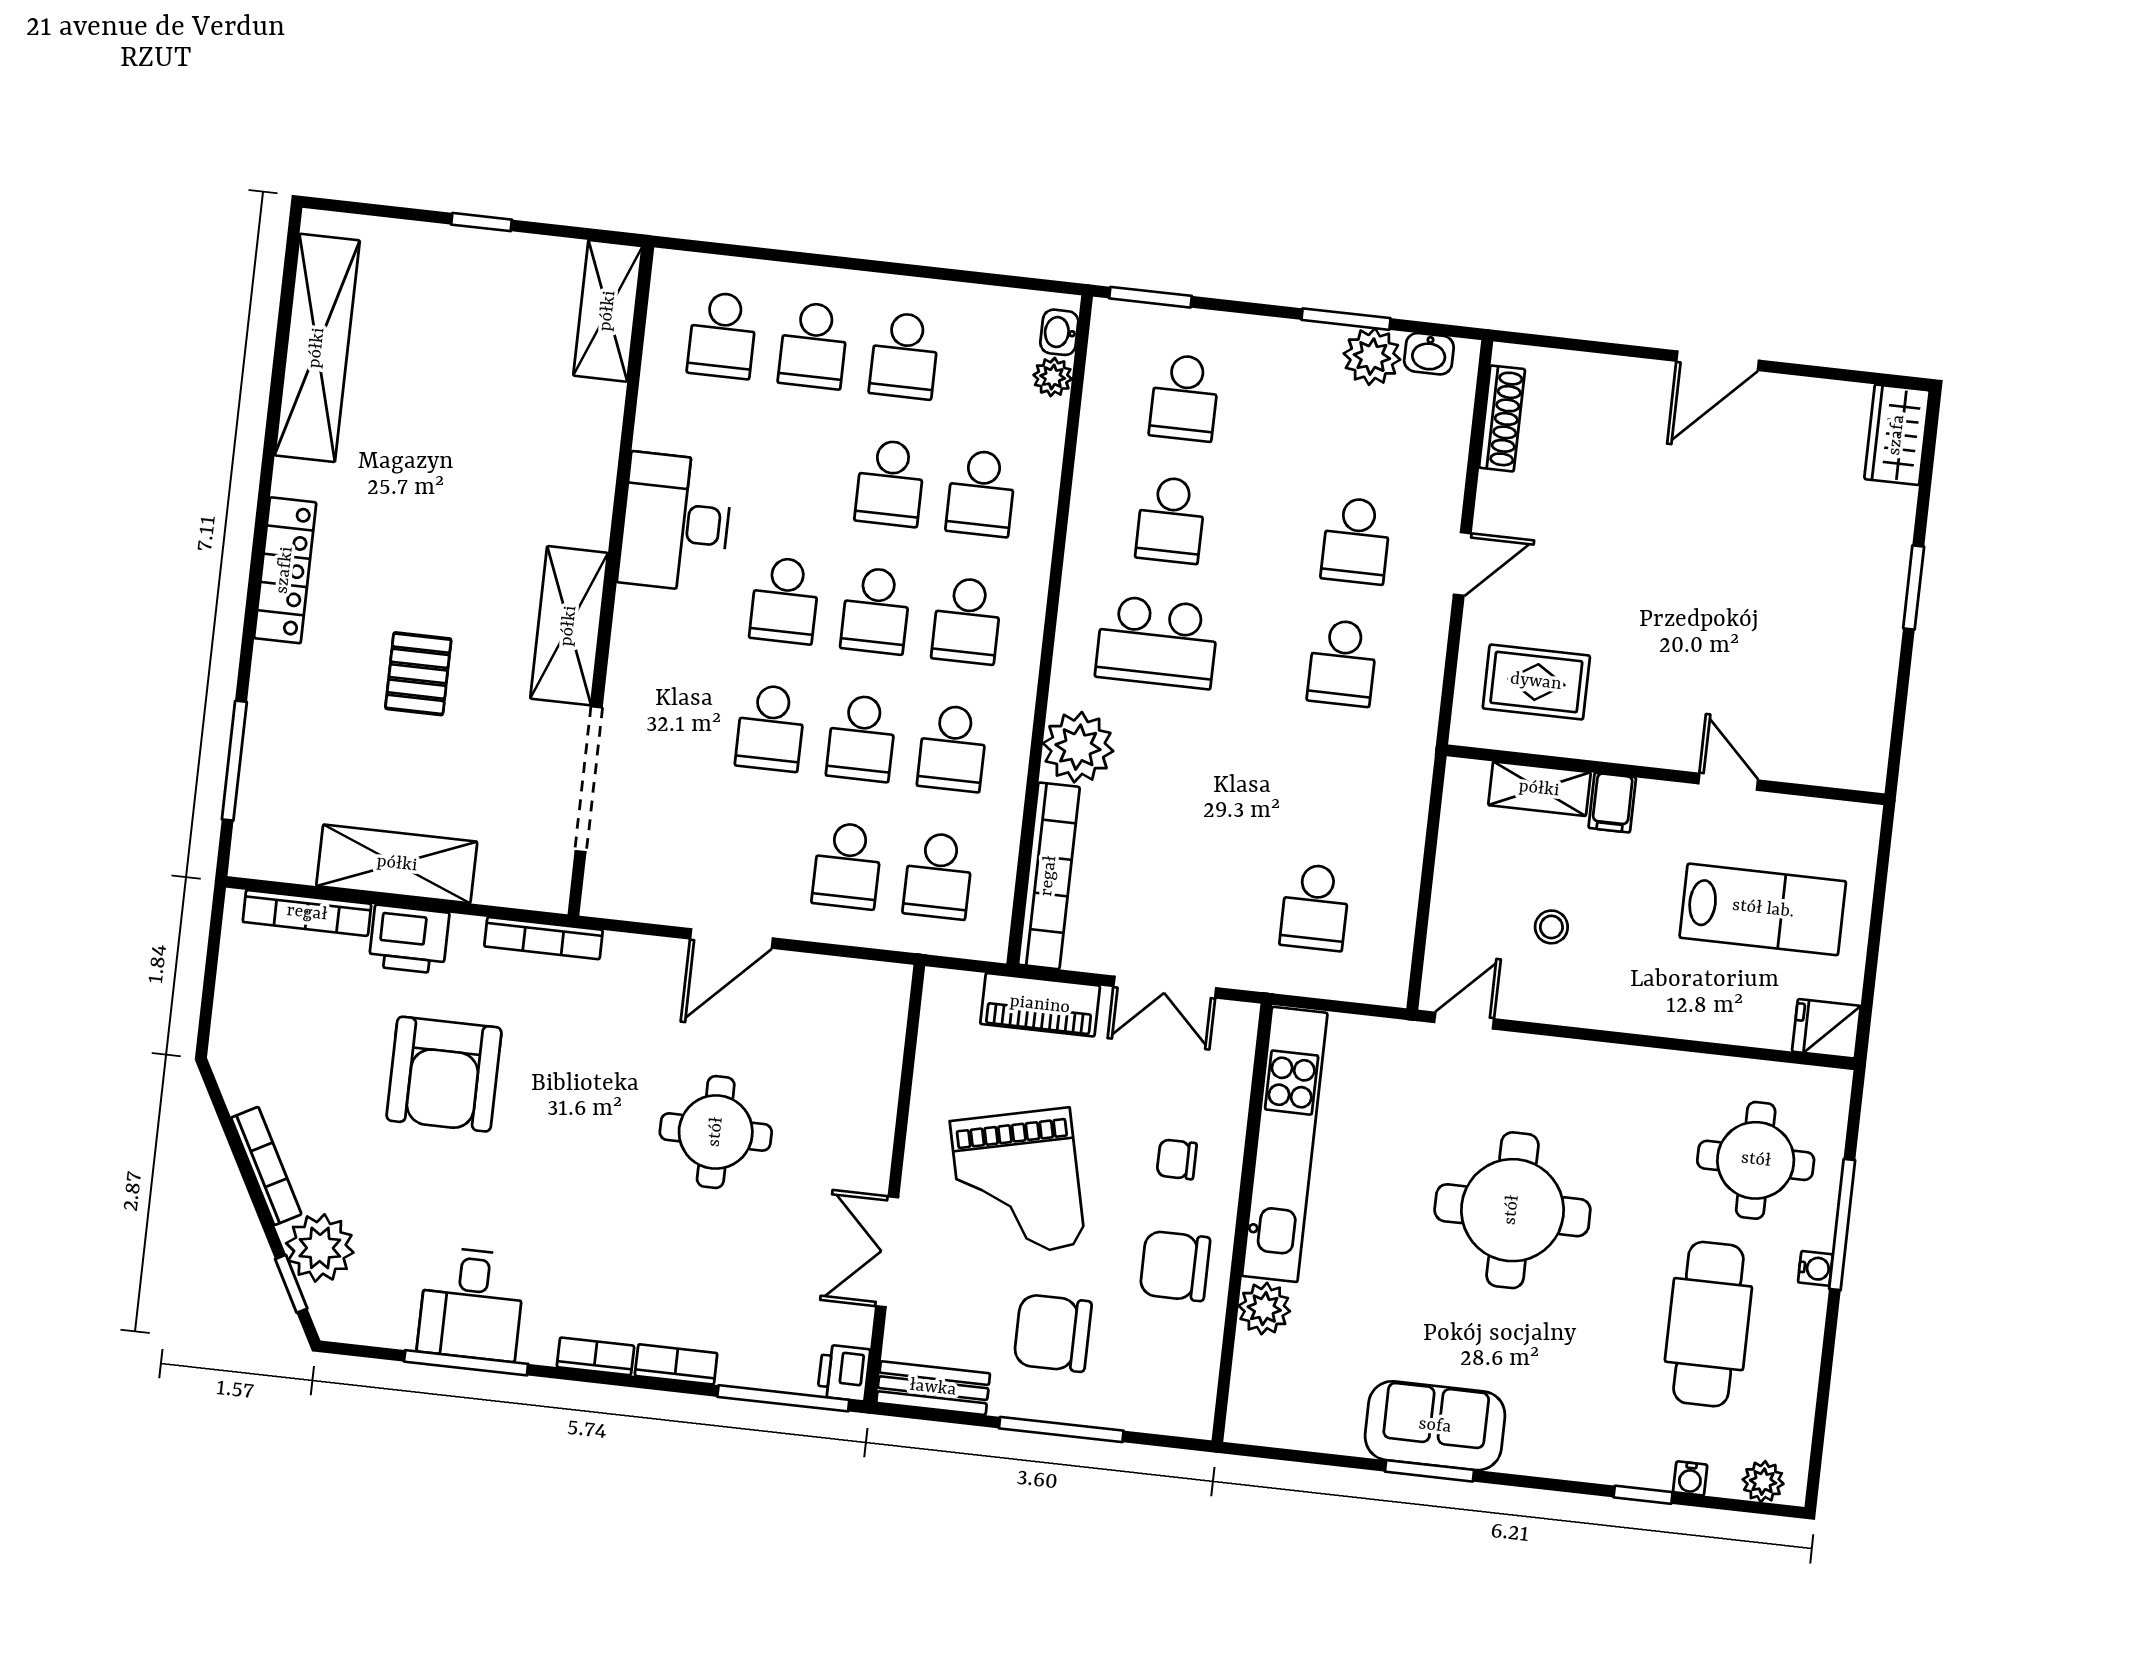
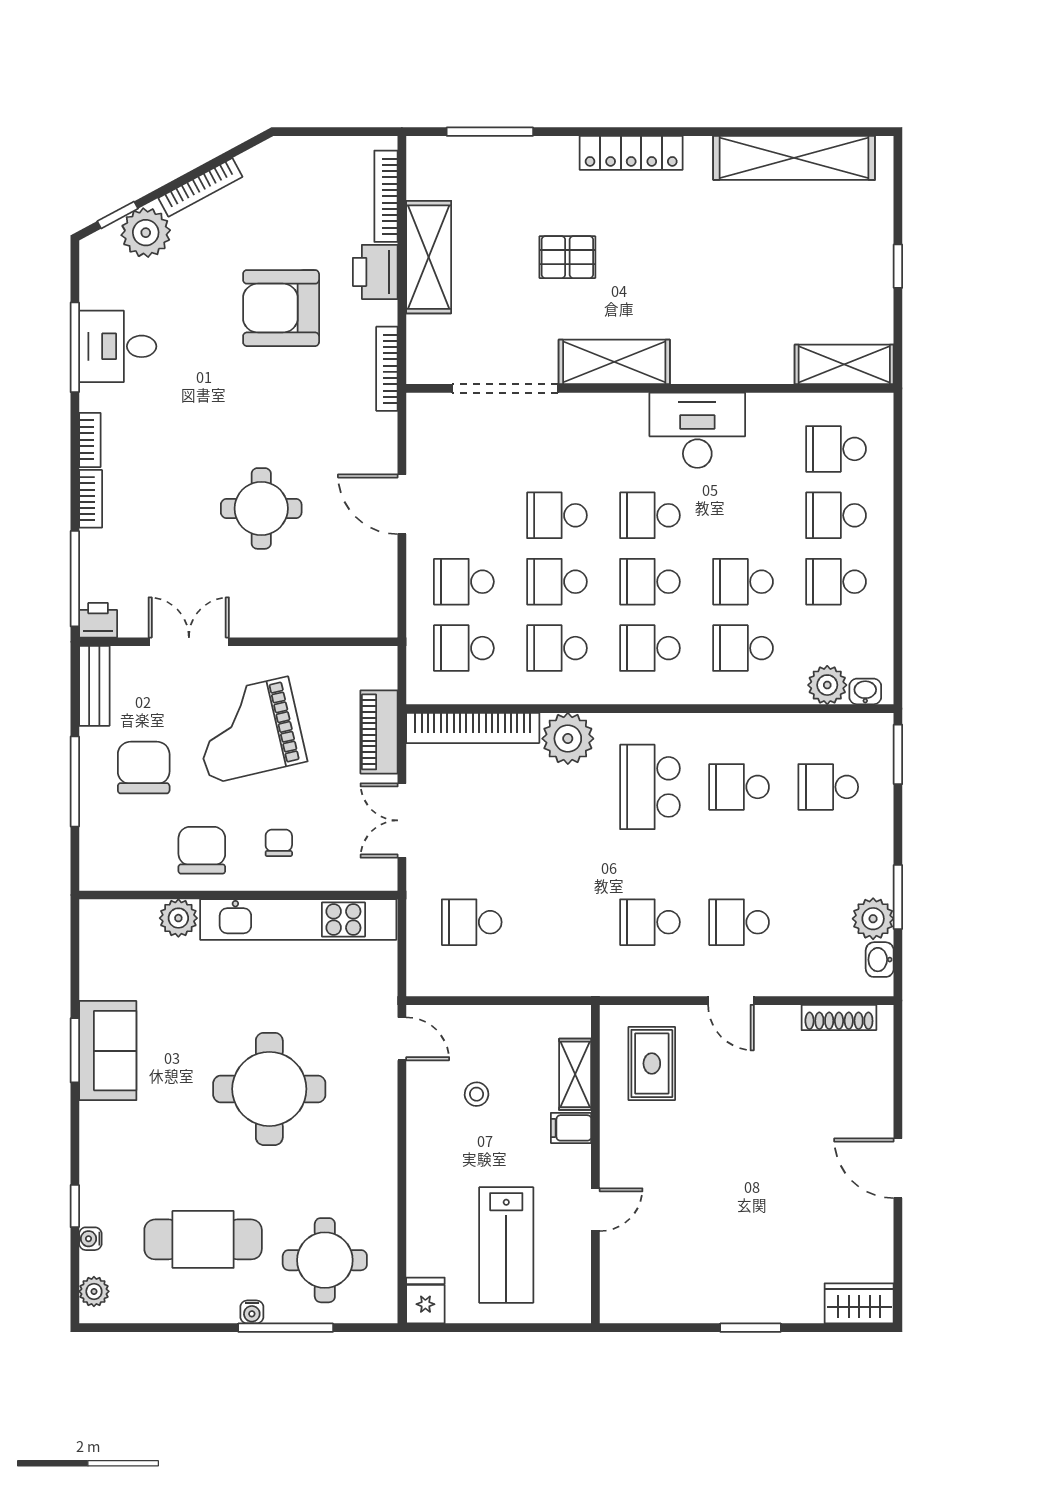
plant: (1053, 377) -> (827, 685), width x1.38, depth x1.38

